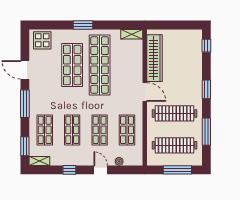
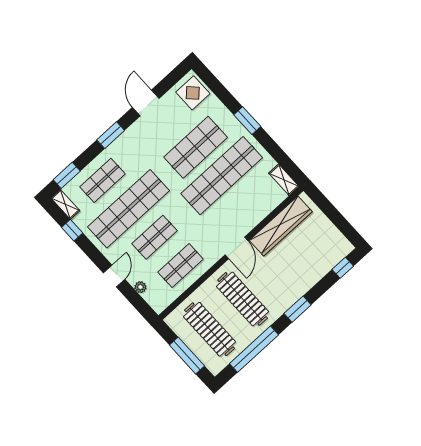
window: (25, 104) -> (111, 135), width x0.69
shop shelf: (72, 130) -> (129, 209), width x2.00, depth x1.36
window: (206, 132) -> (254, 349), width x1.46
window: (69, 170) -> (72, 230), moved

